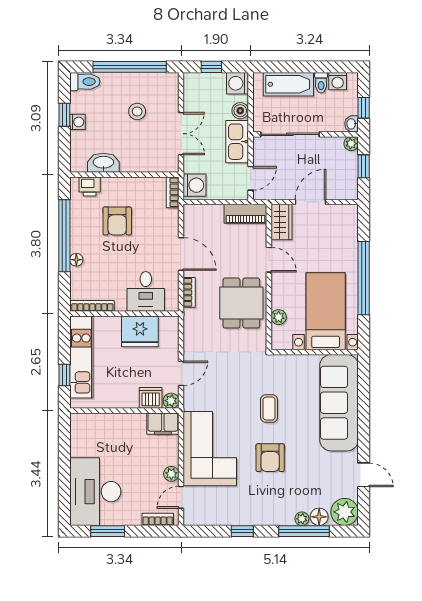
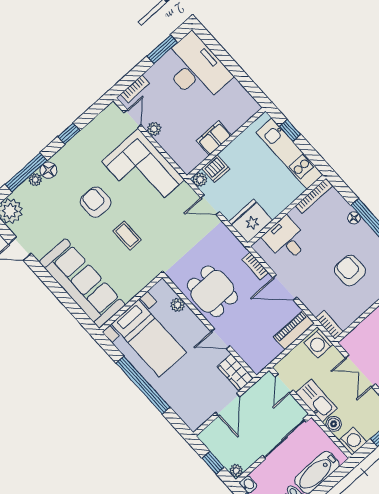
piano: (245, 214) -> (294, 330), moved
fridge: (140, 331) -> (251, 221), moved
door: (181, 373) -> (210, 205), hinge flipped
filing cabinet: (163, 424) -> (214, 138), moved
floor lamp: (319, 517) -> (48, 170), moved

